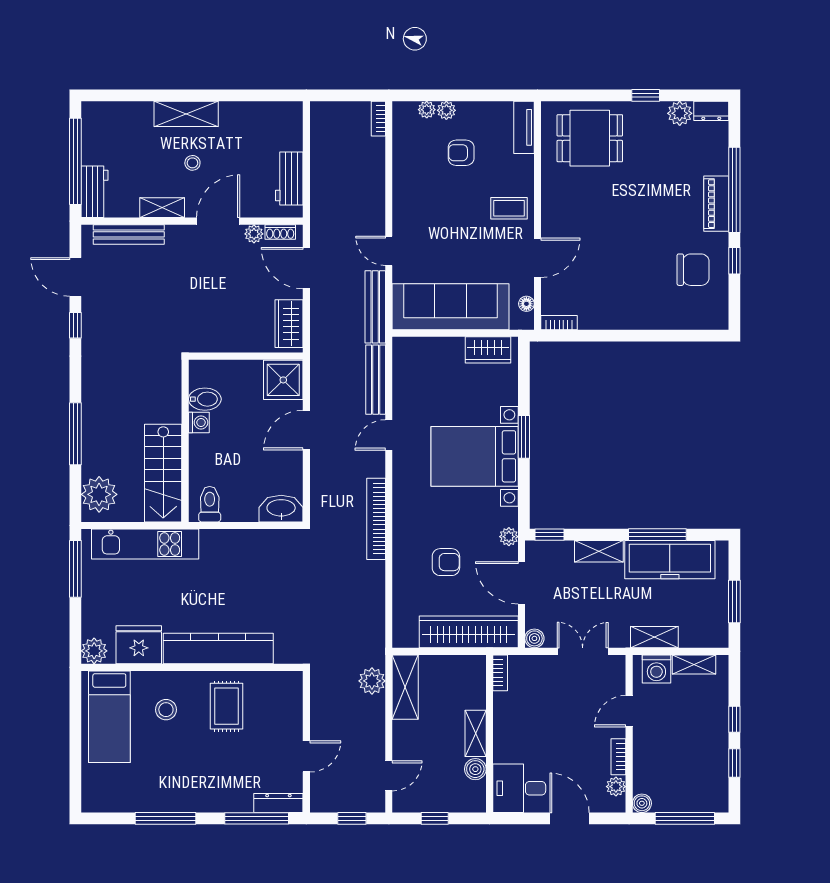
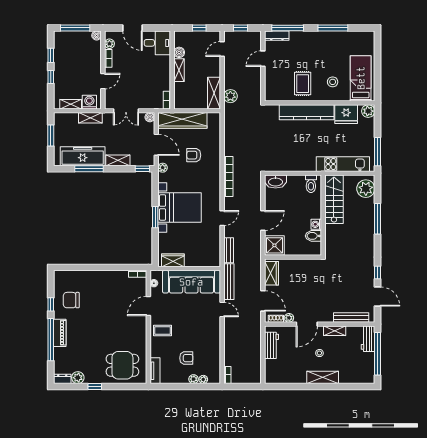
bench: (376, 380) -> (229, 250), width x0.73

